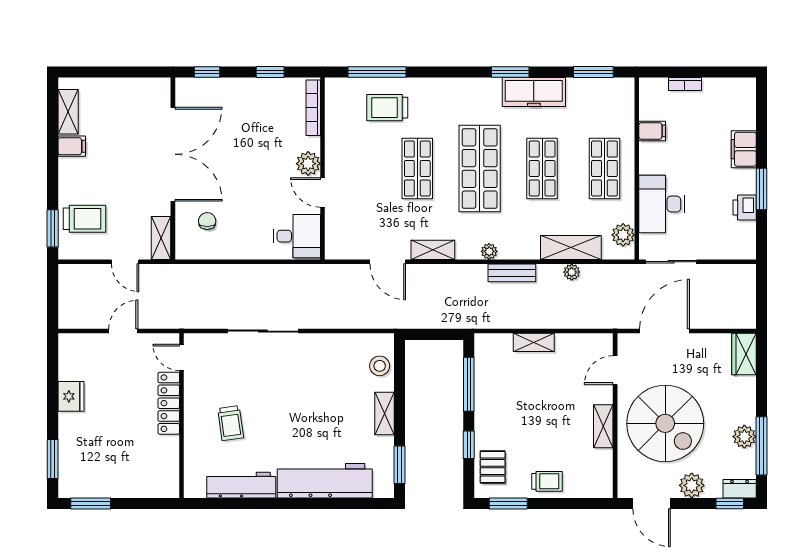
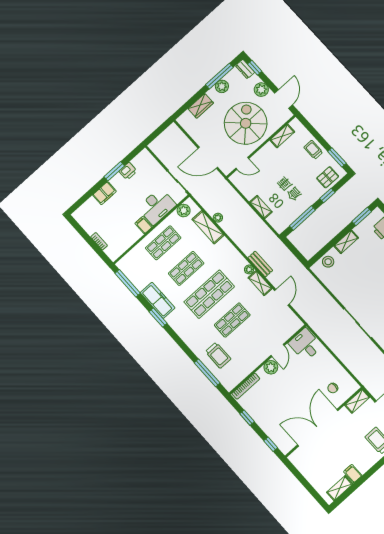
window: (593, 72) -> (128, 283), width x1.44
filing cabinet: (652, 131) -> (144, 225), moved
plant: (489, 251) -> (249, 269), moved
bench: (512, 273) -> (260, 264), moved
wardrobe: (744, 354) -> (201, 106), moved
shelving: (603, 426) -> (282, 136), moved

